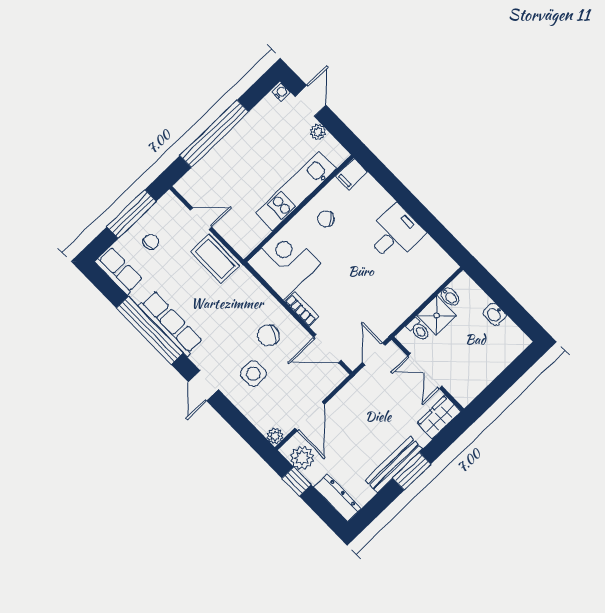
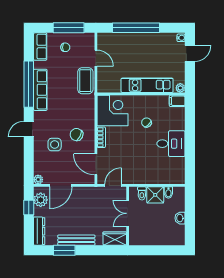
plant: (318, 132) -> (180, 88), moved
chair: (326, 219) -> (146, 123), moved
window: (412, 471) -> (64, 250), moved

